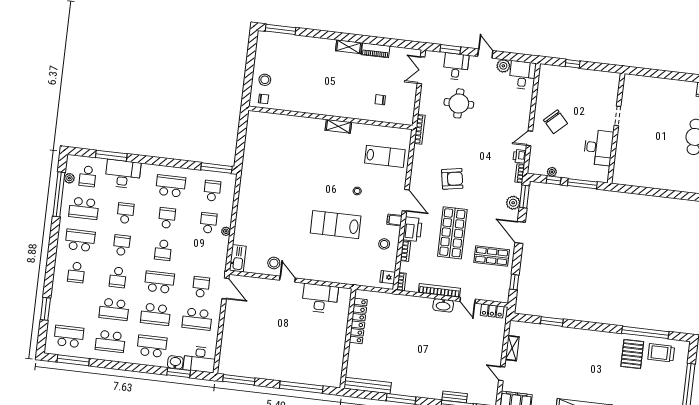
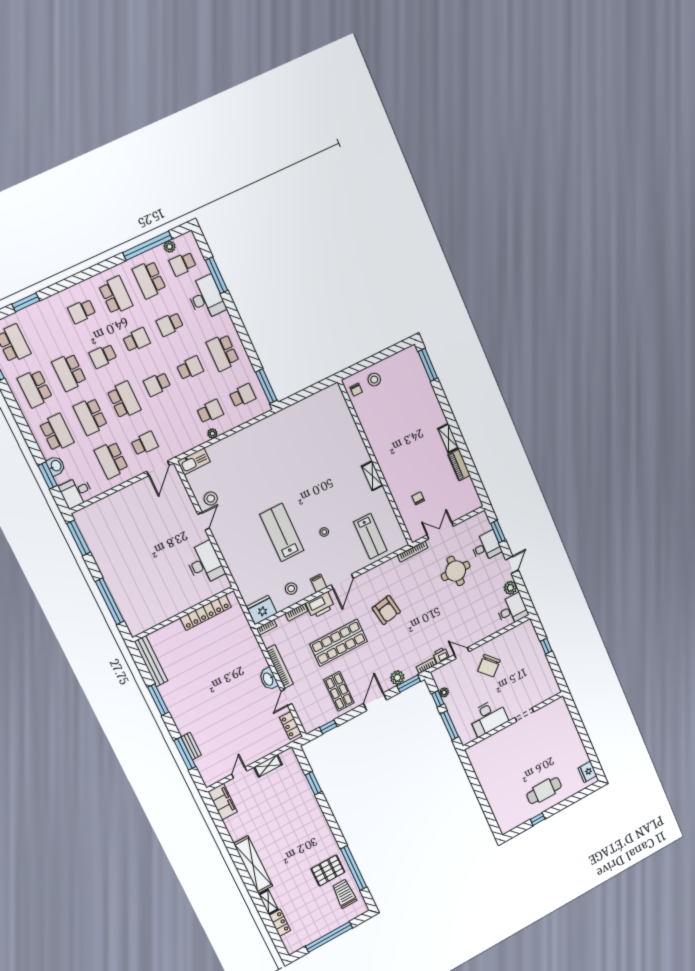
double door: (421, 70) -> (440, 531), moved
school desk: (171, 186) -> (223, 352), turned 180
school desk: (125, 213) -> (170, 324), turned 180
fridge: (388, 277) -> (262, 610), width x1.88, depth x1.34
desk: (200, 359) -> (76, 492), width x0.73

